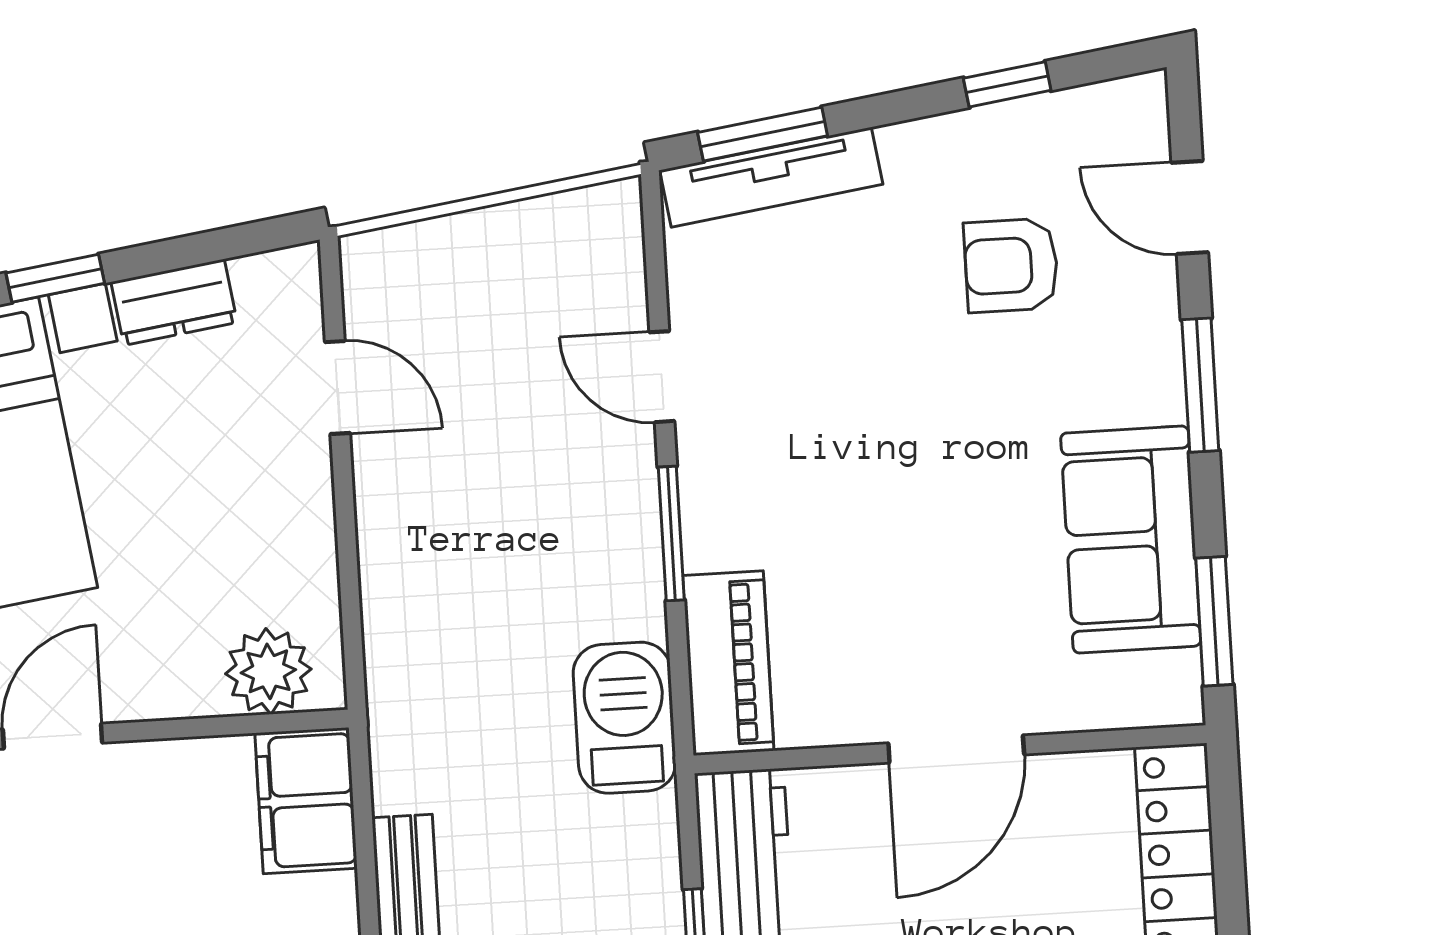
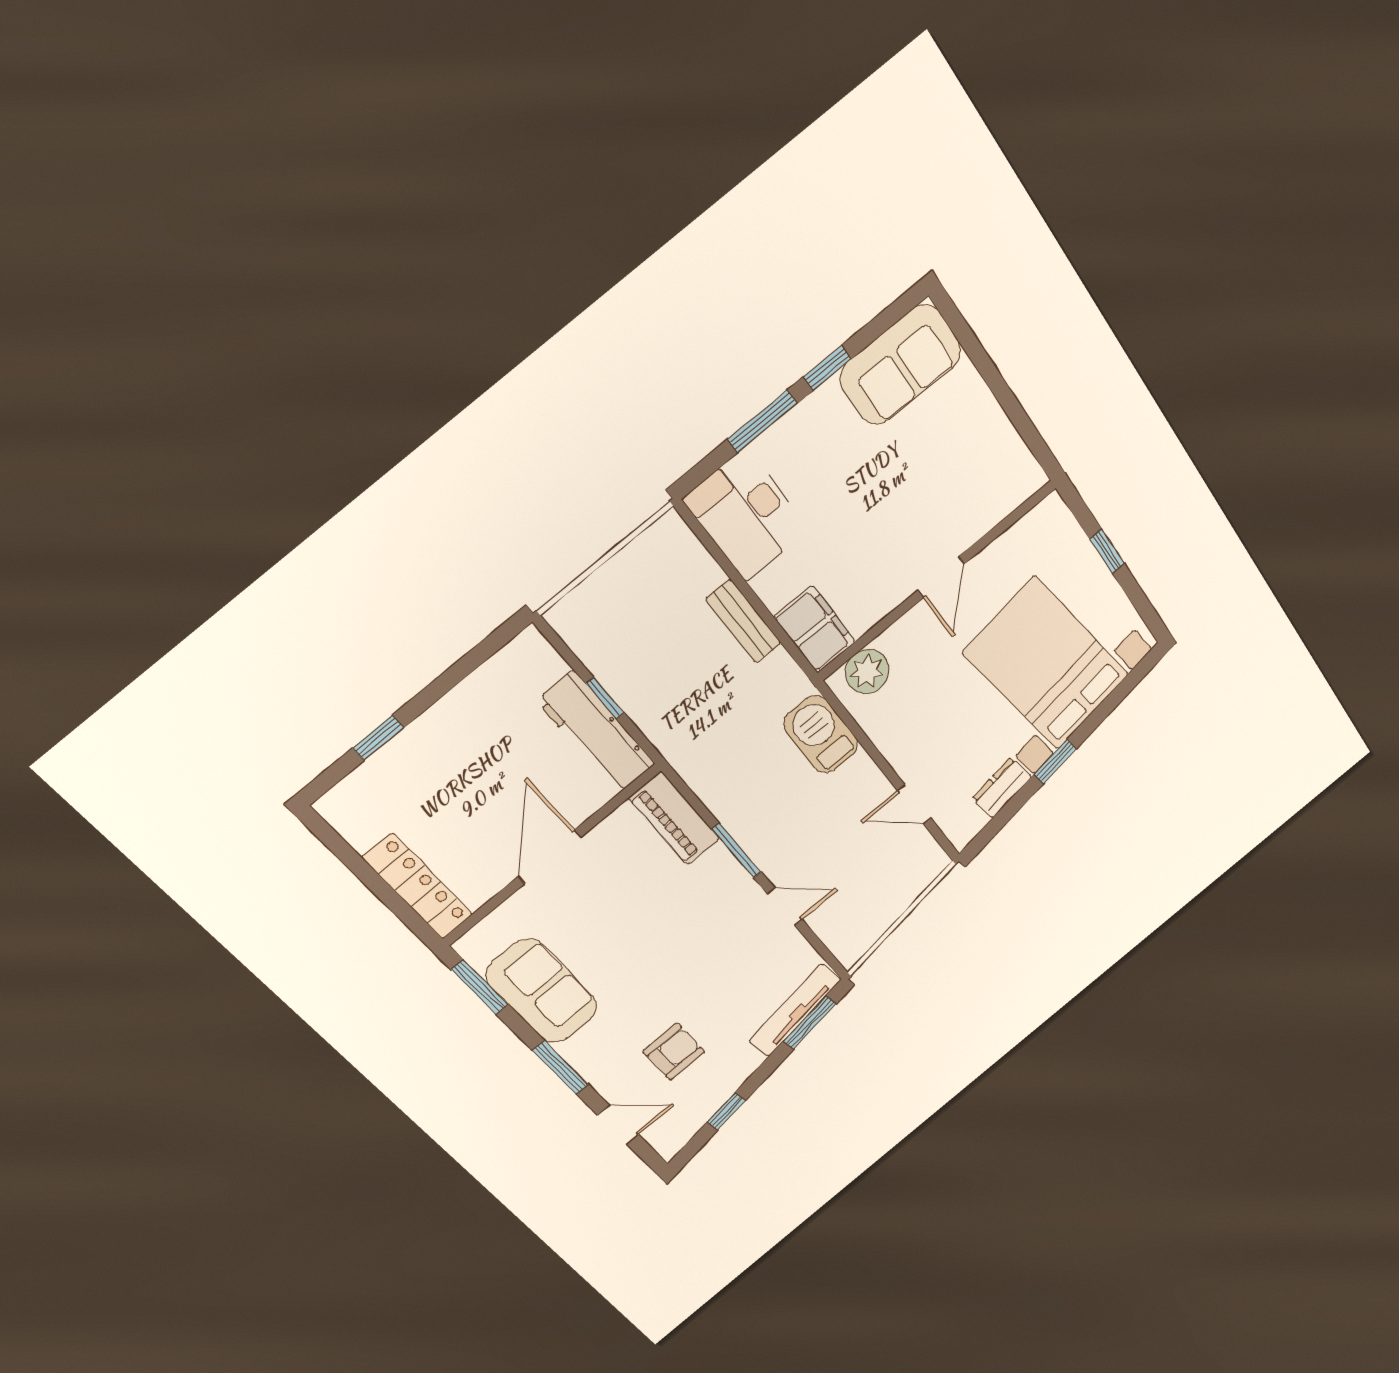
barbecue: (625, 718) -> (821, 734), moved, turned 180

